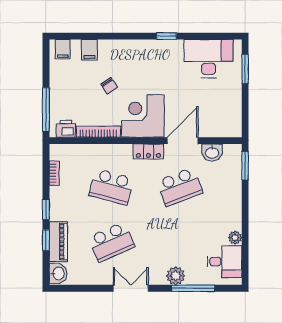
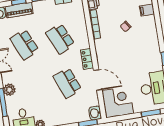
corner desk: (143, 116) -> (118, 102), moved
washbasin: (212, 153) -> (95, 113), moved
school desk: (111, 187) -> (60, 39), turned -39

